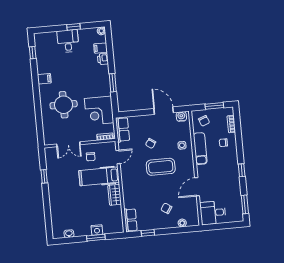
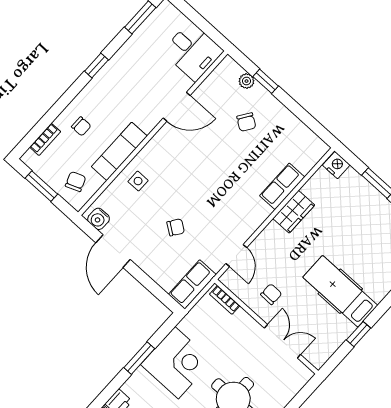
corner desk: (99, 111) -> (177, 363), moved
door: (118, 157) -> (236, 255), swing flipped
coffee table: (161, 167) -> (195, 183), removed
hospital bed: (99, 176) -> (340, 291), moved, turned 180
row of seats: (131, 220) -> (282, 186), moved
nightstand: (97, 230) -> (336, 165), moved
window: (148, 233) -> (266, 81), moved

